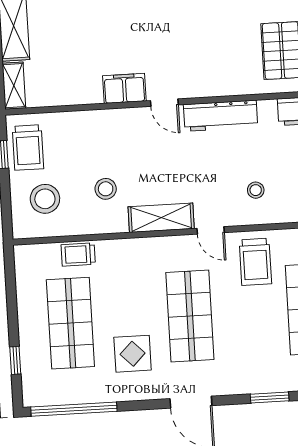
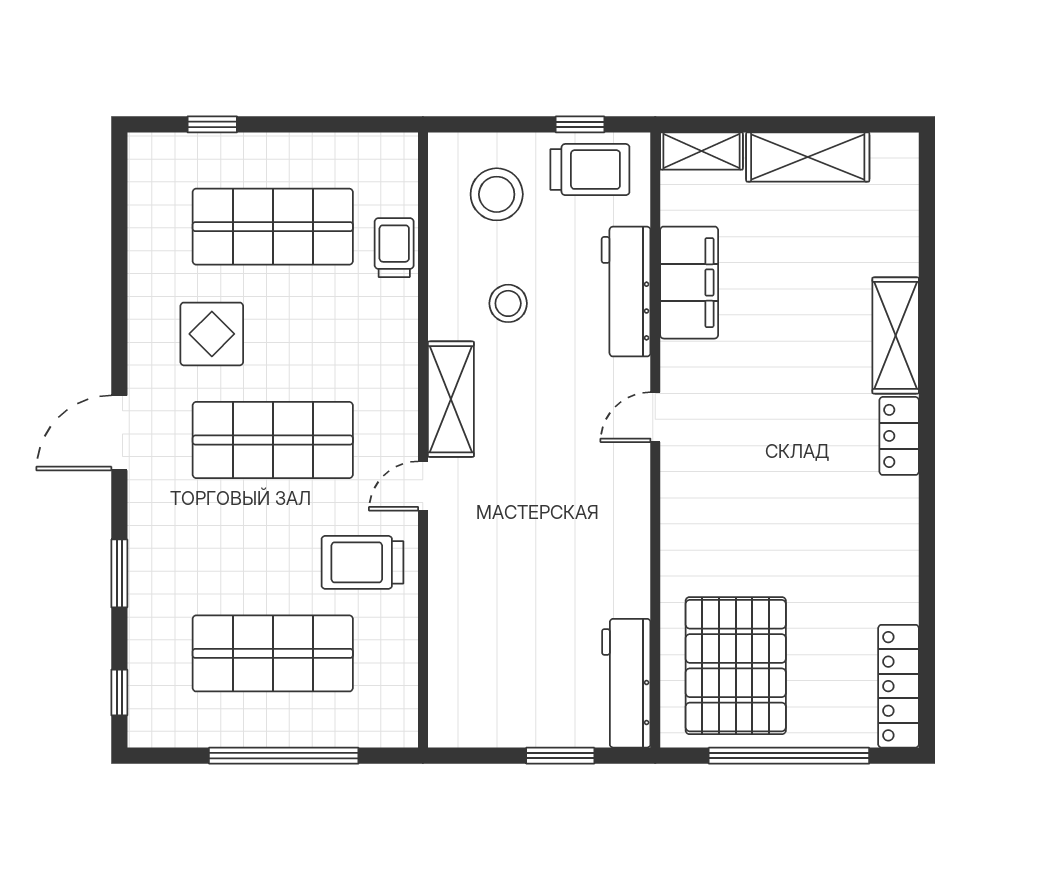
filing cabinet: (124, 88) -> (689, 283), moved, width x1.50, depth x1.17
workbench: (221, 116) -> (626, 292), moved
trolley: (28, 147) -> (590, 170), turned 180
stool: (256, 190) -> (490, 570), removed
window: (74, 409) -> (119, 224), removed

